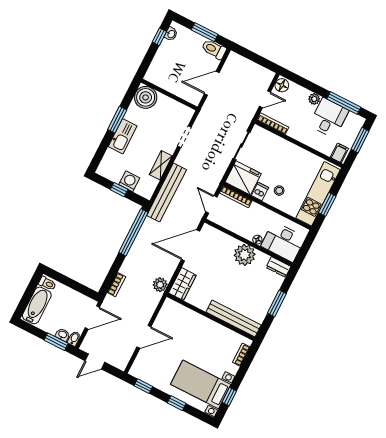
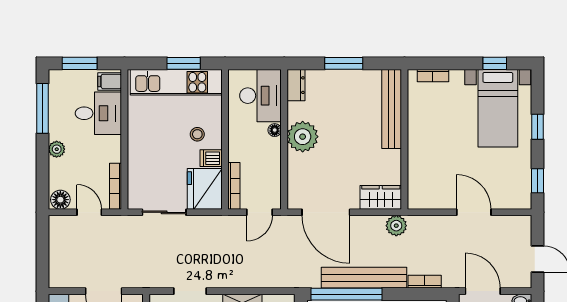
desk: (329, 118) -> (98, 113), moved, turned 180
bench: (167, 193) -> (364, 278), moved

